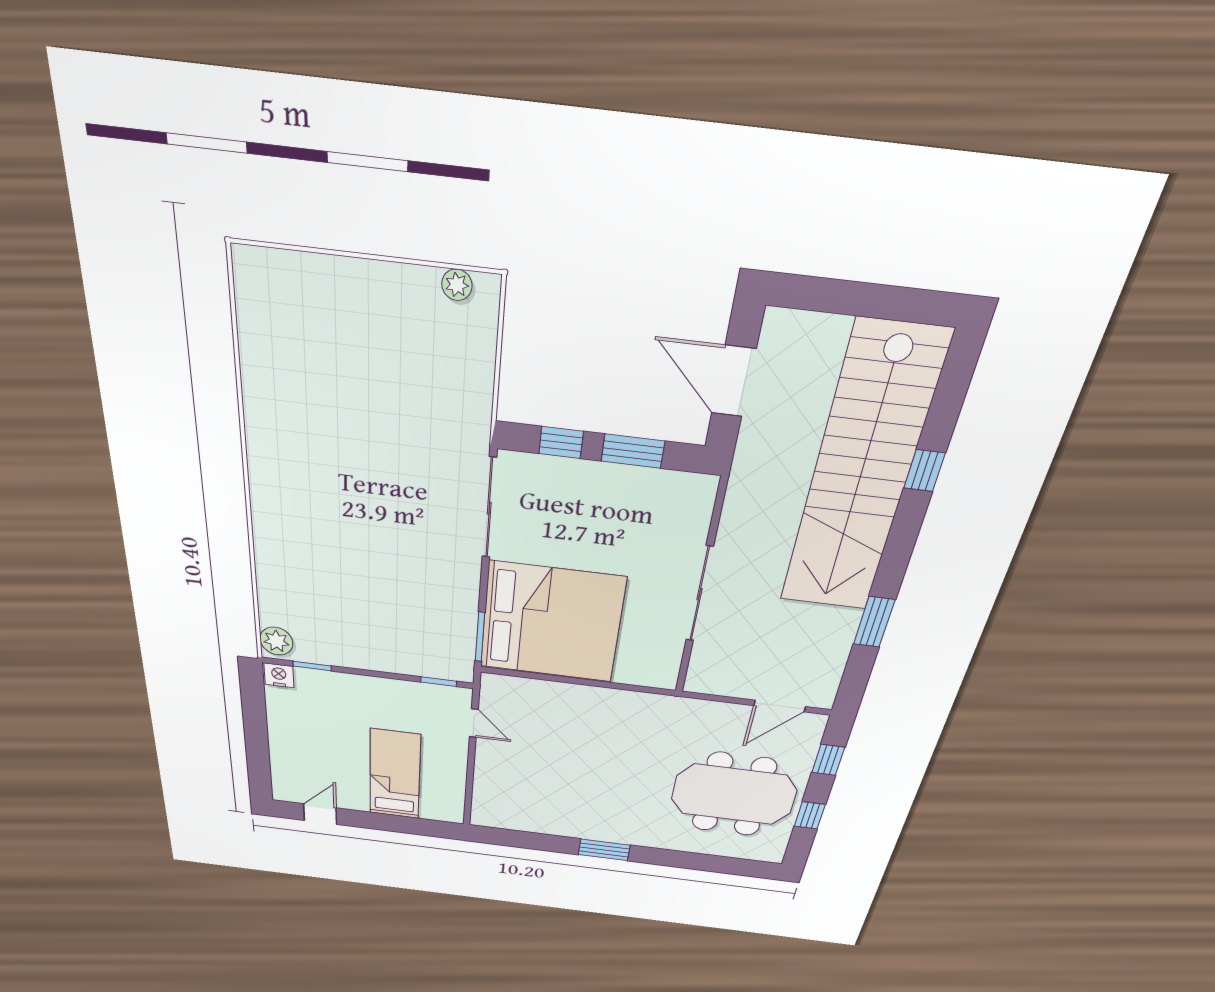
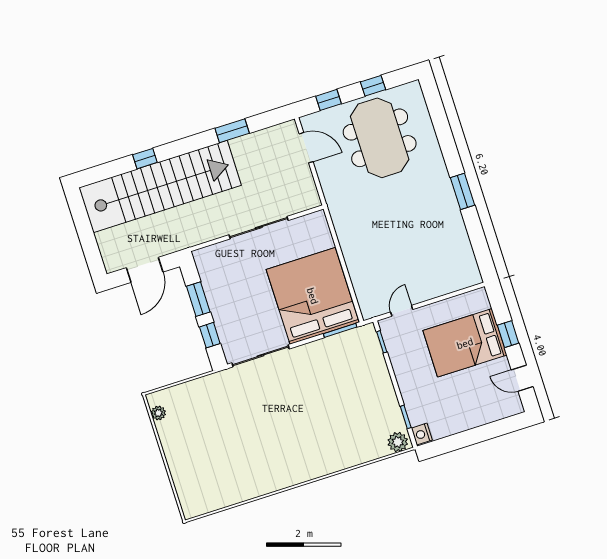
bed: (395, 775) -> (465, 343), width x1.50
window: (387, 823) -> (508, 334), added

